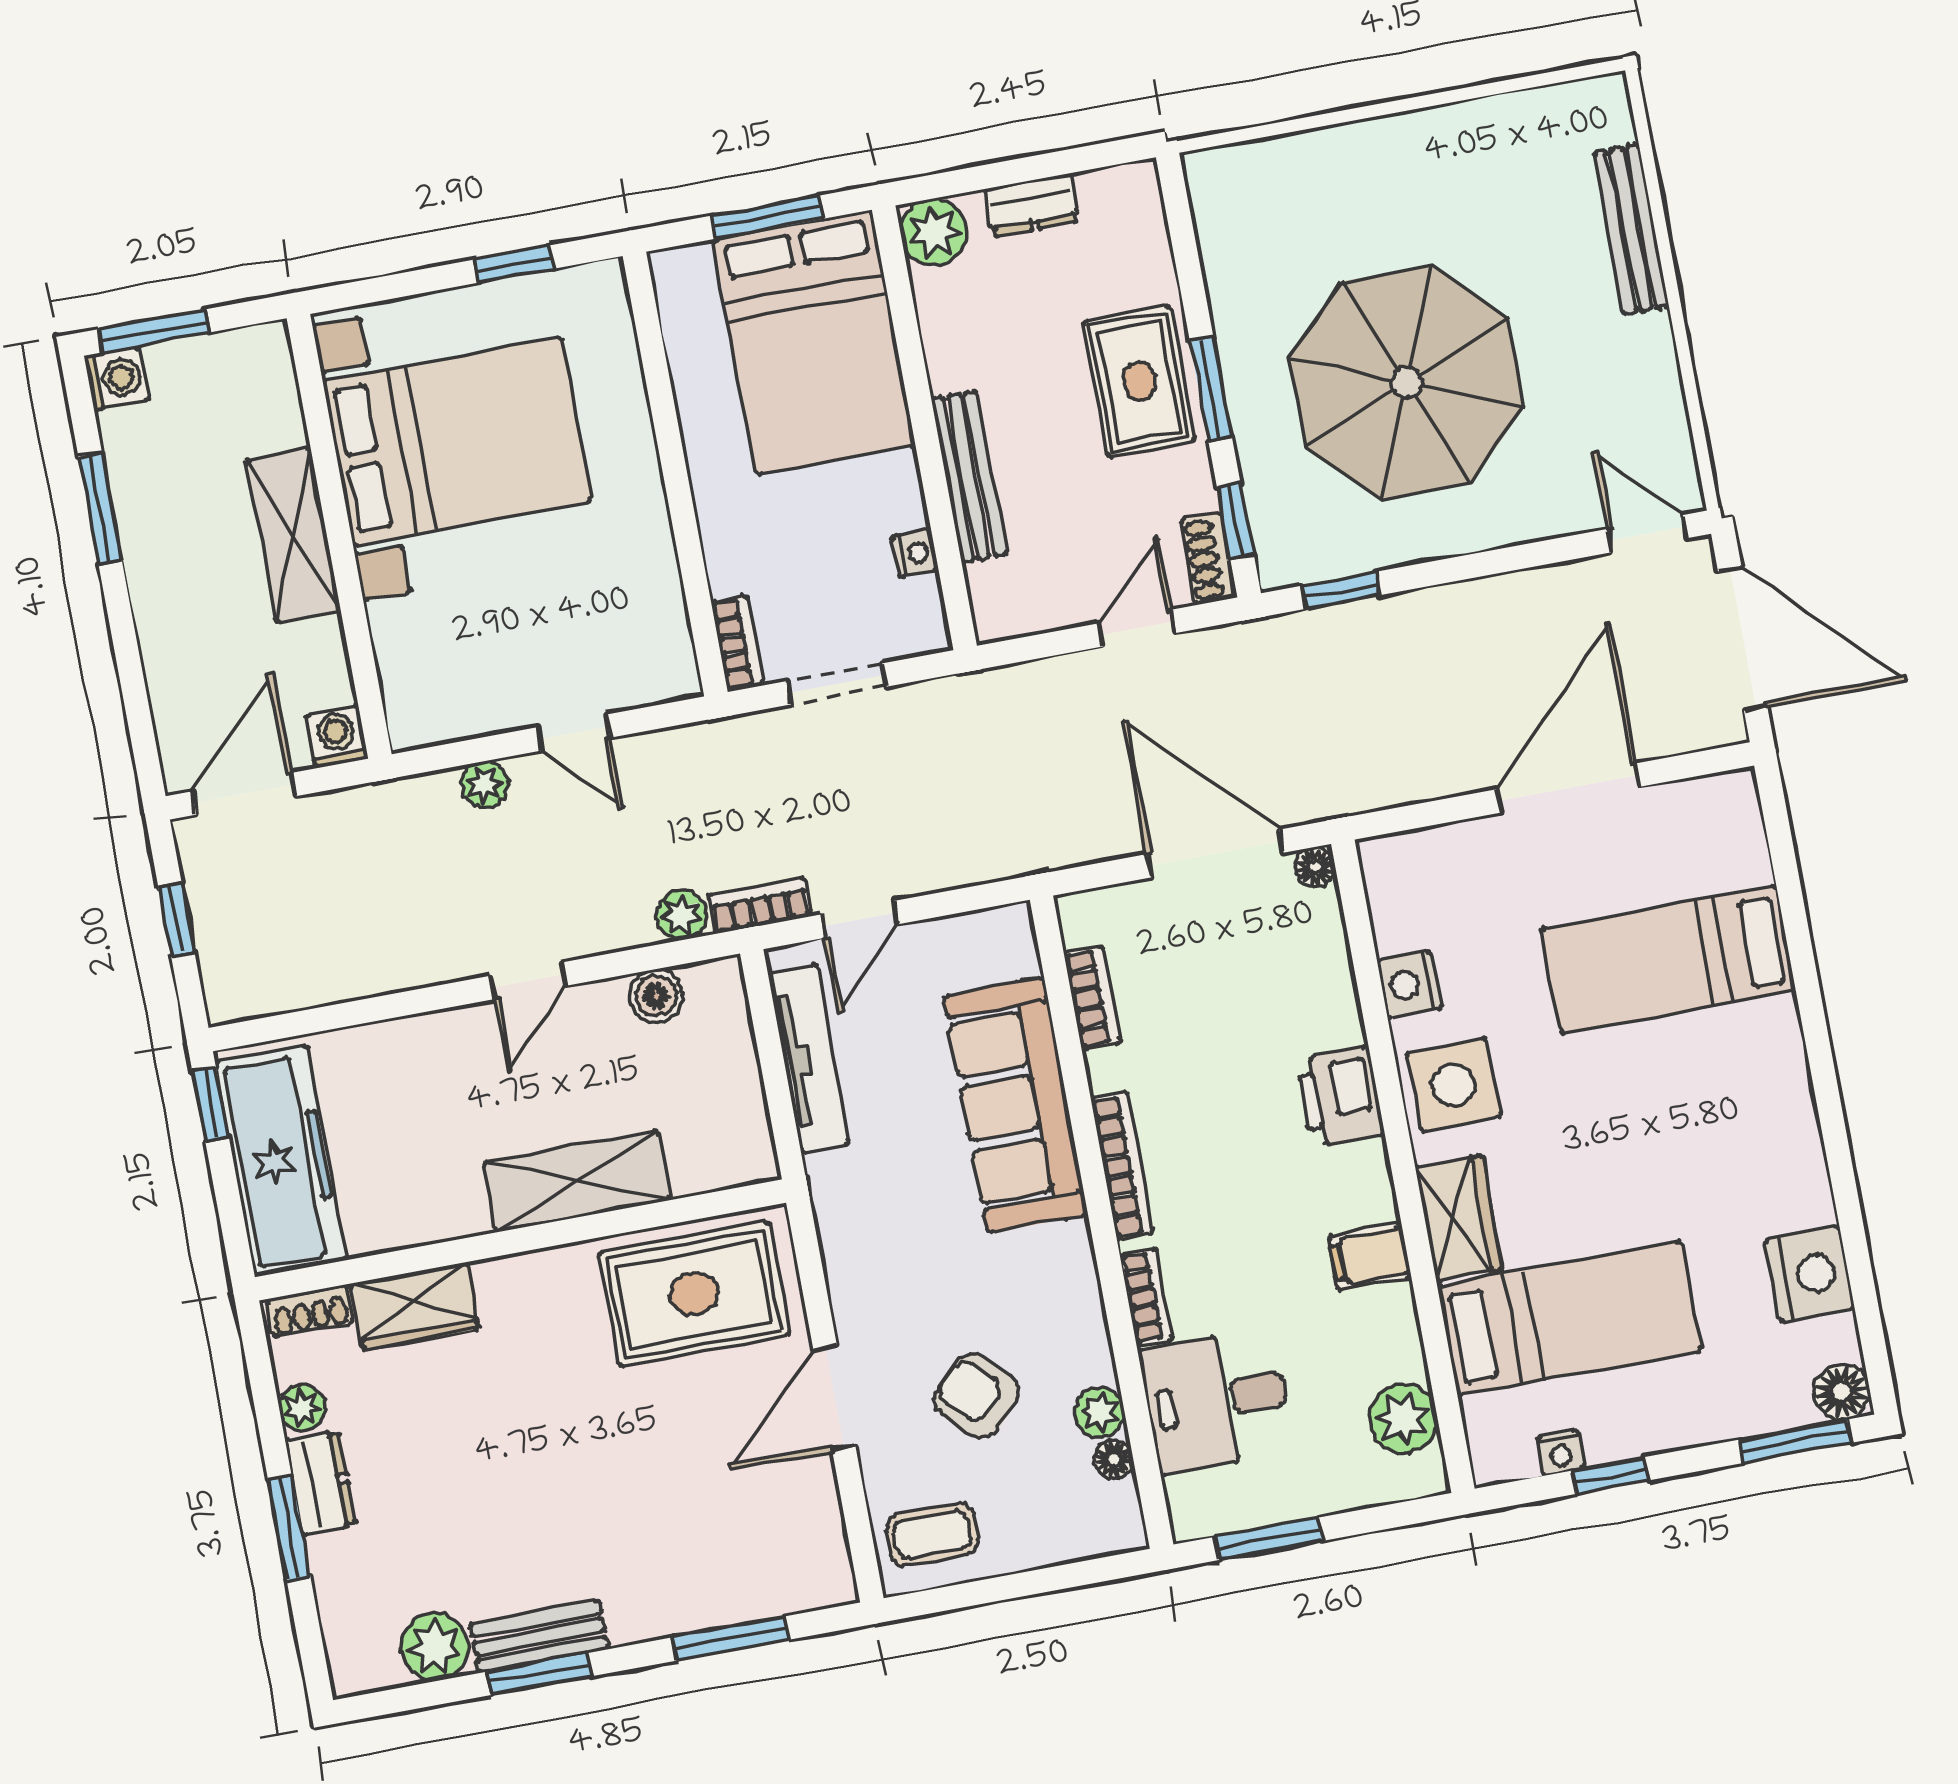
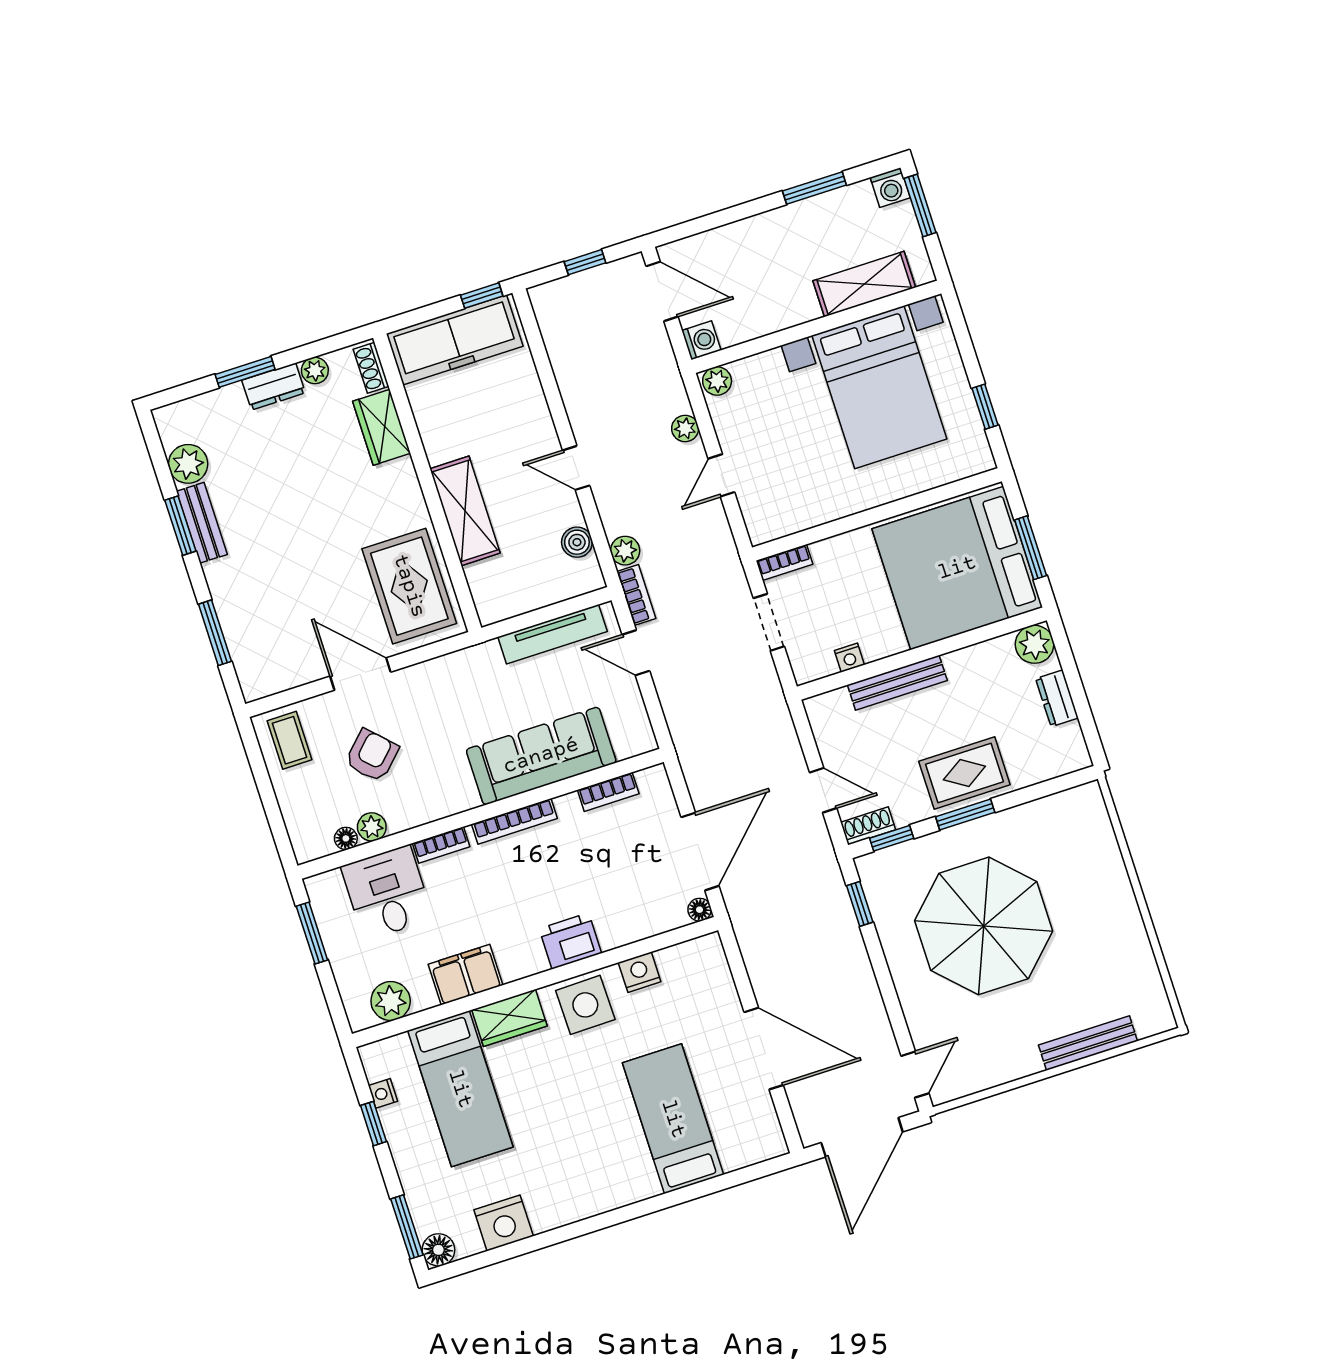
bed: (814, 342) -> (957, 568), width x1.36
shelving: (293, 536) -> (864, 284), moved
plant: (410, 719) -> (717, 381), added
filing cabinet: (1370, 1256) -> (466, 975), width x2.00

